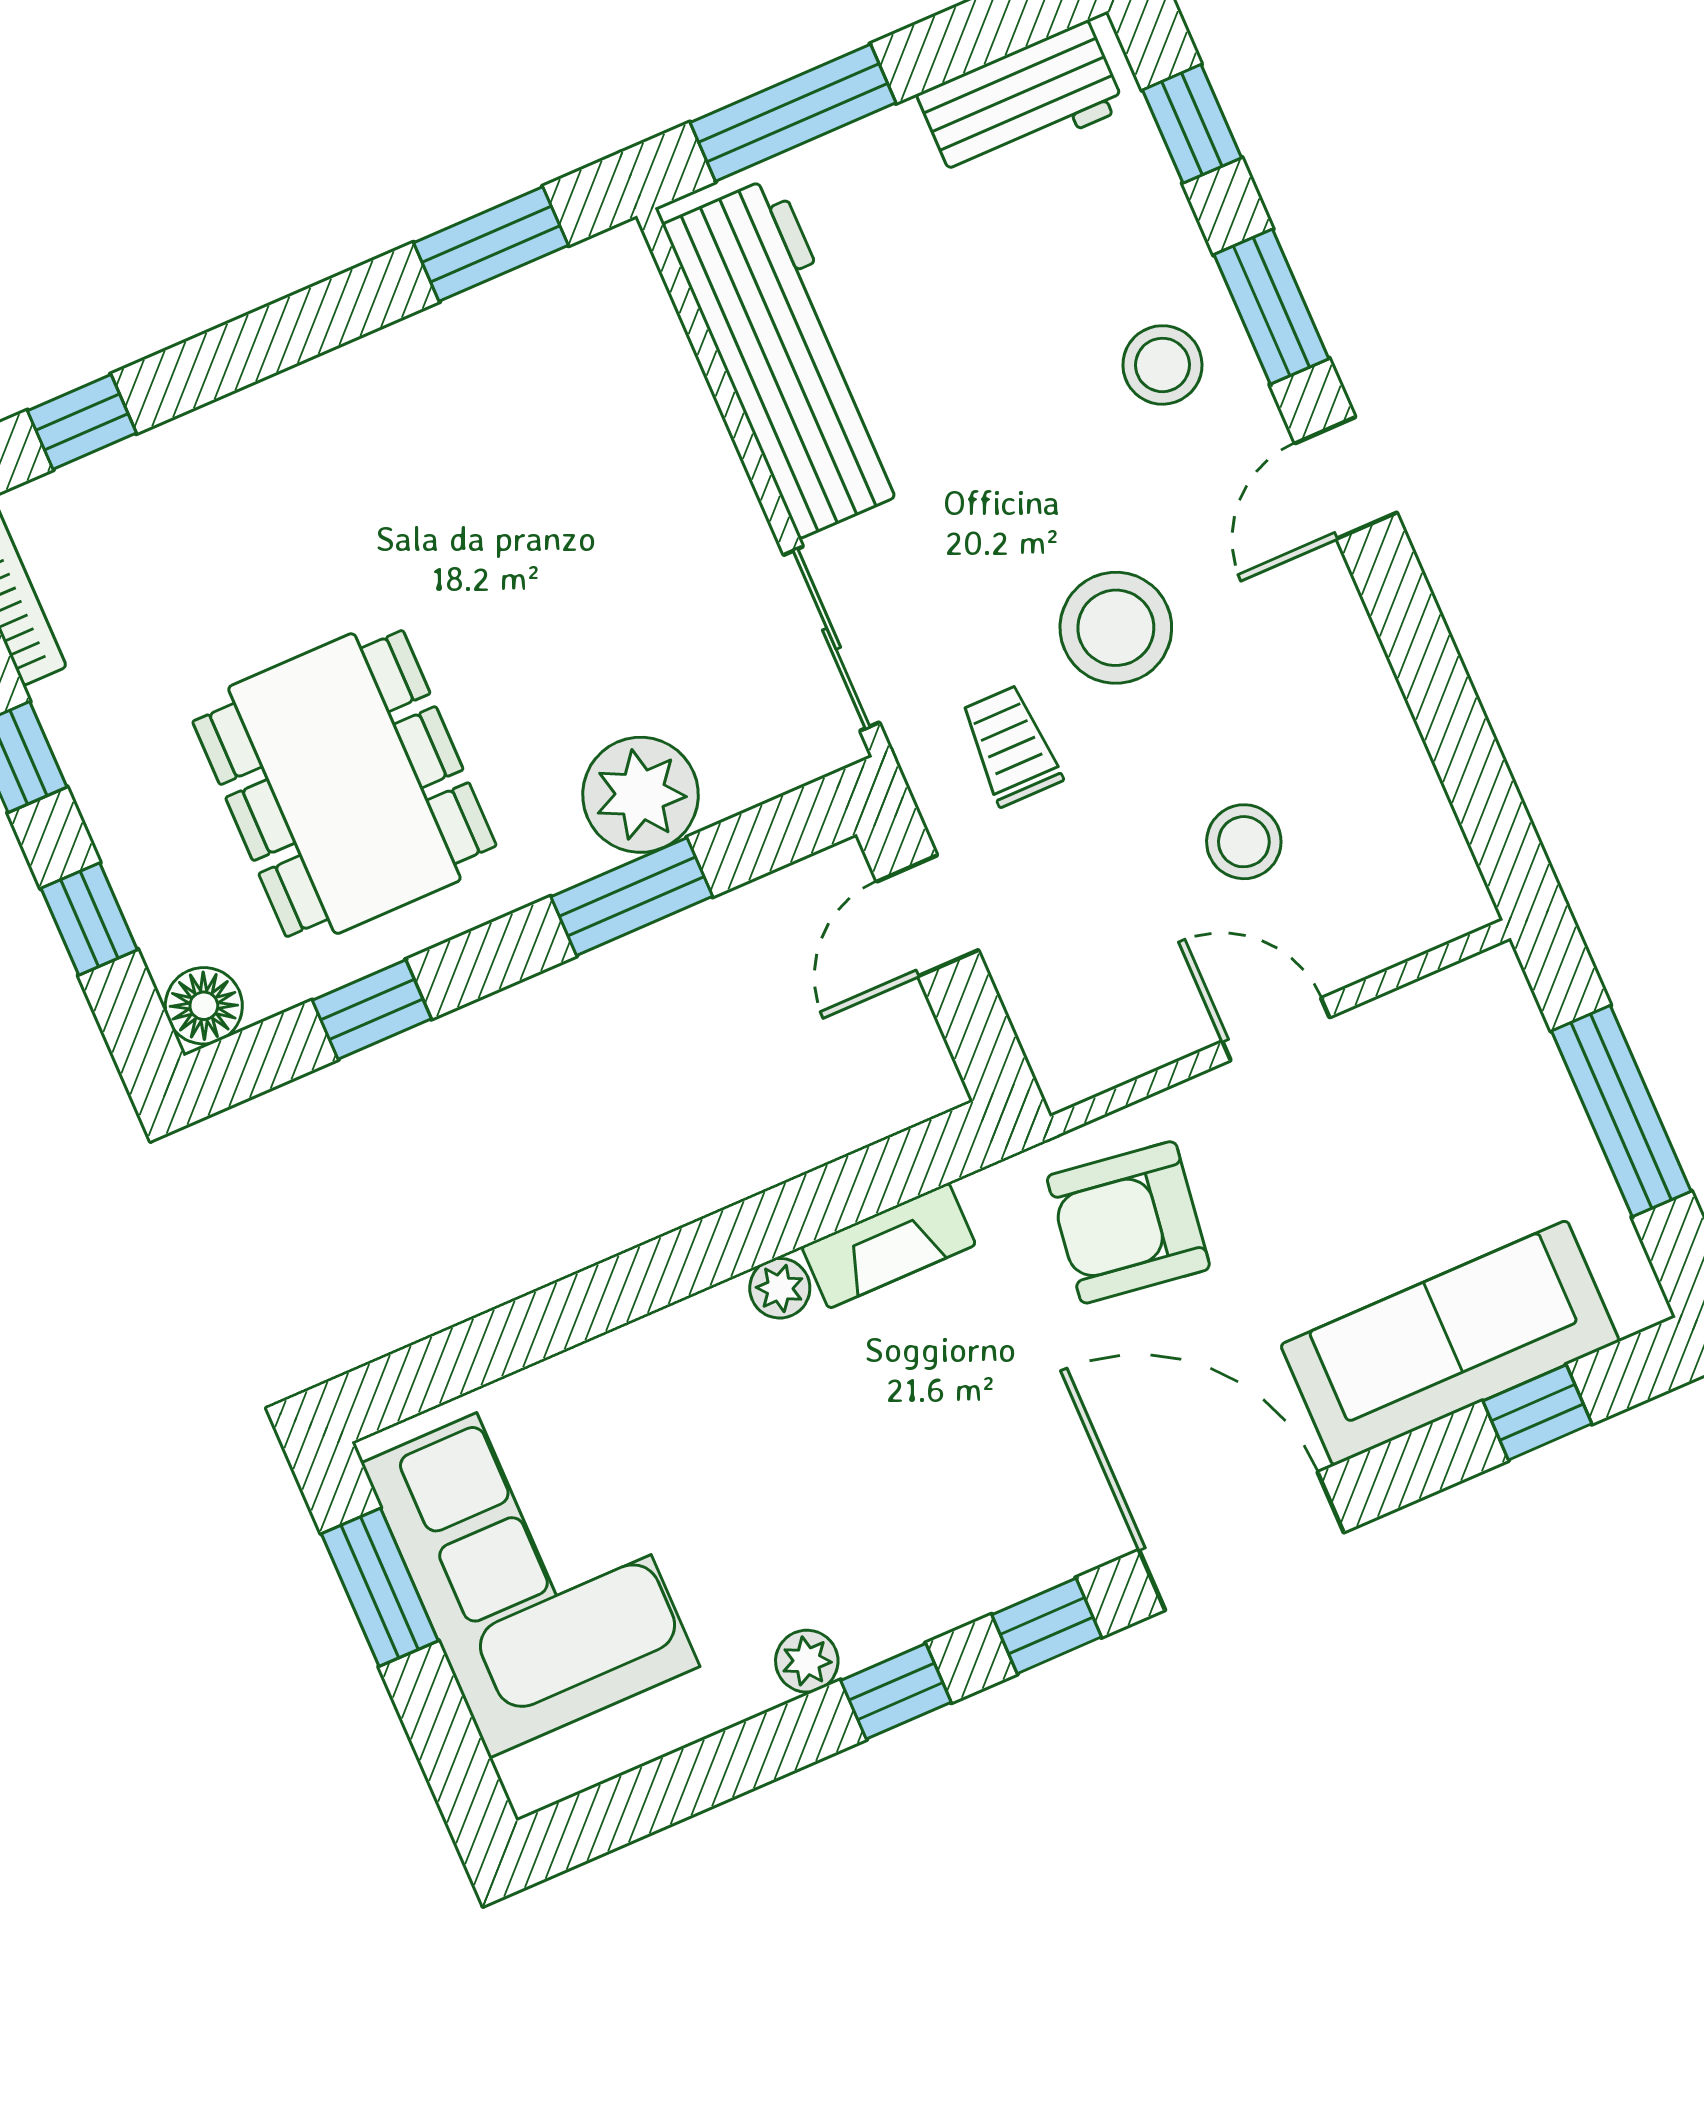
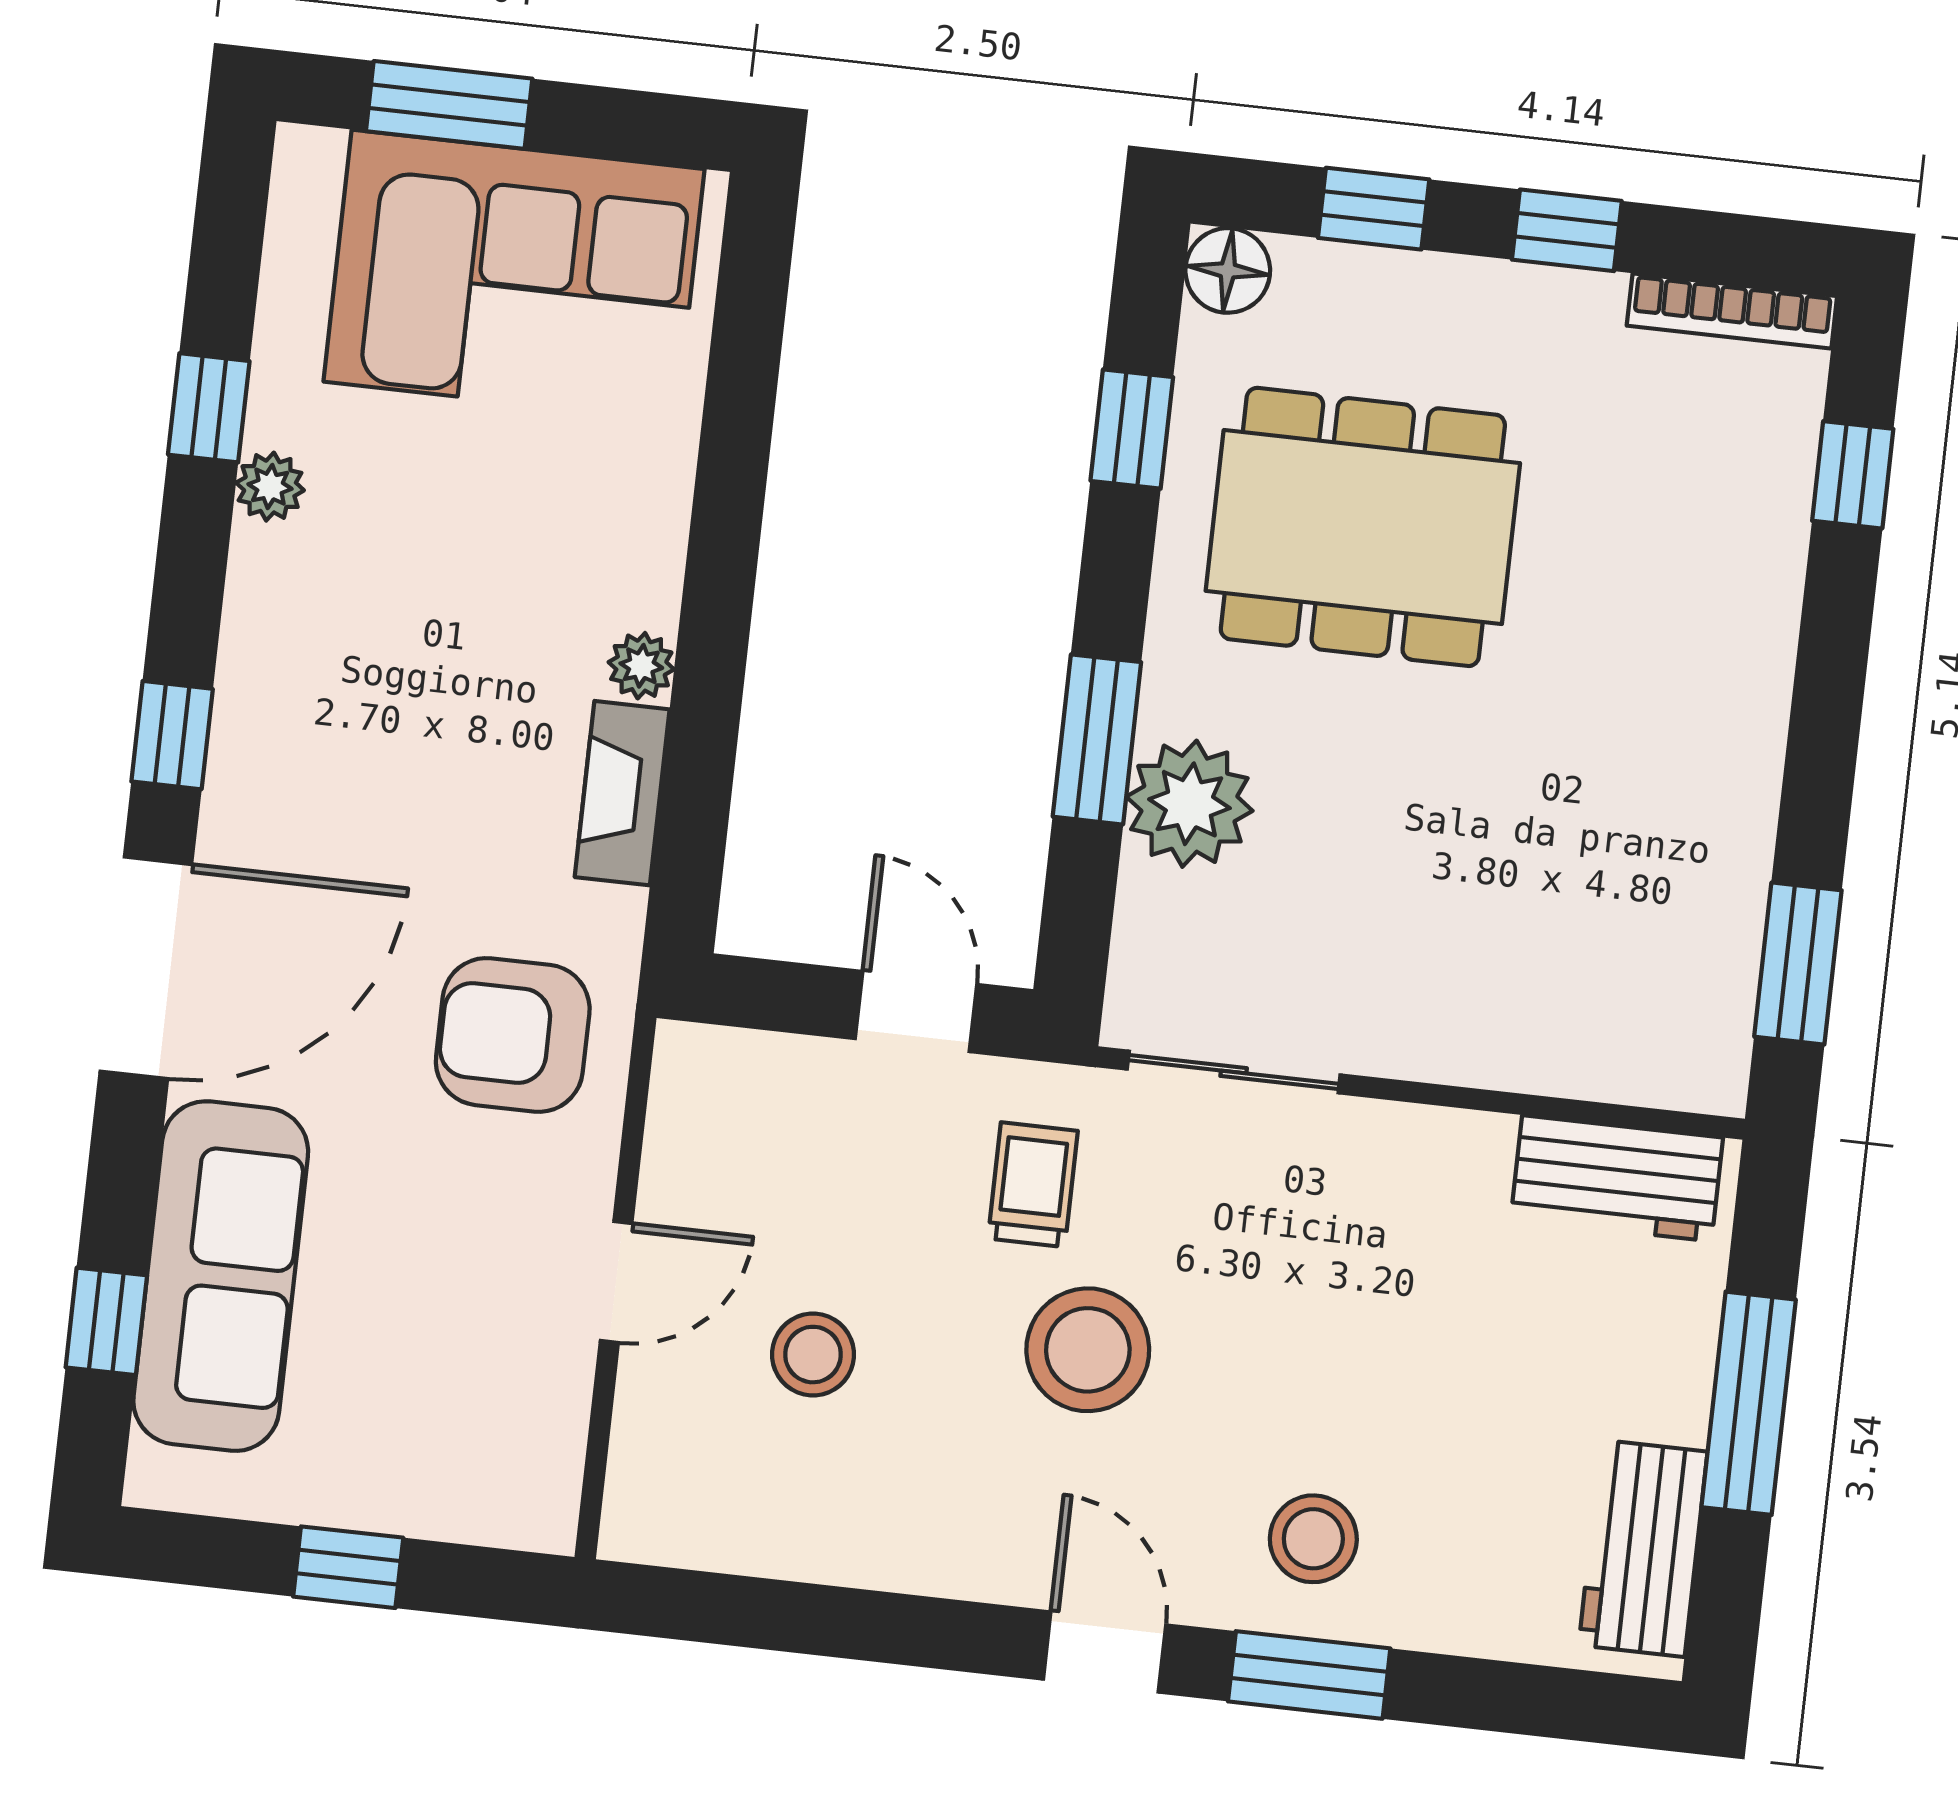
window: (793, 113) -> (1749, 1403), moved
window: (1192, 124) -> (1528, 1699), removed
workbench: (788, 357) -> (1617, 1178), width x0.53, depth x0.76
trolley: (1011, 746) -> (1033, 1185), turned -90
window: (1621, 1111) -> (348, 1567), width x0.46
armchair: (1128, 1222) -> (513, 1035), turned -98
window: (380, 1587) -> (449, 105), moved
window: (896, 1691) -> (209, 408), moved

